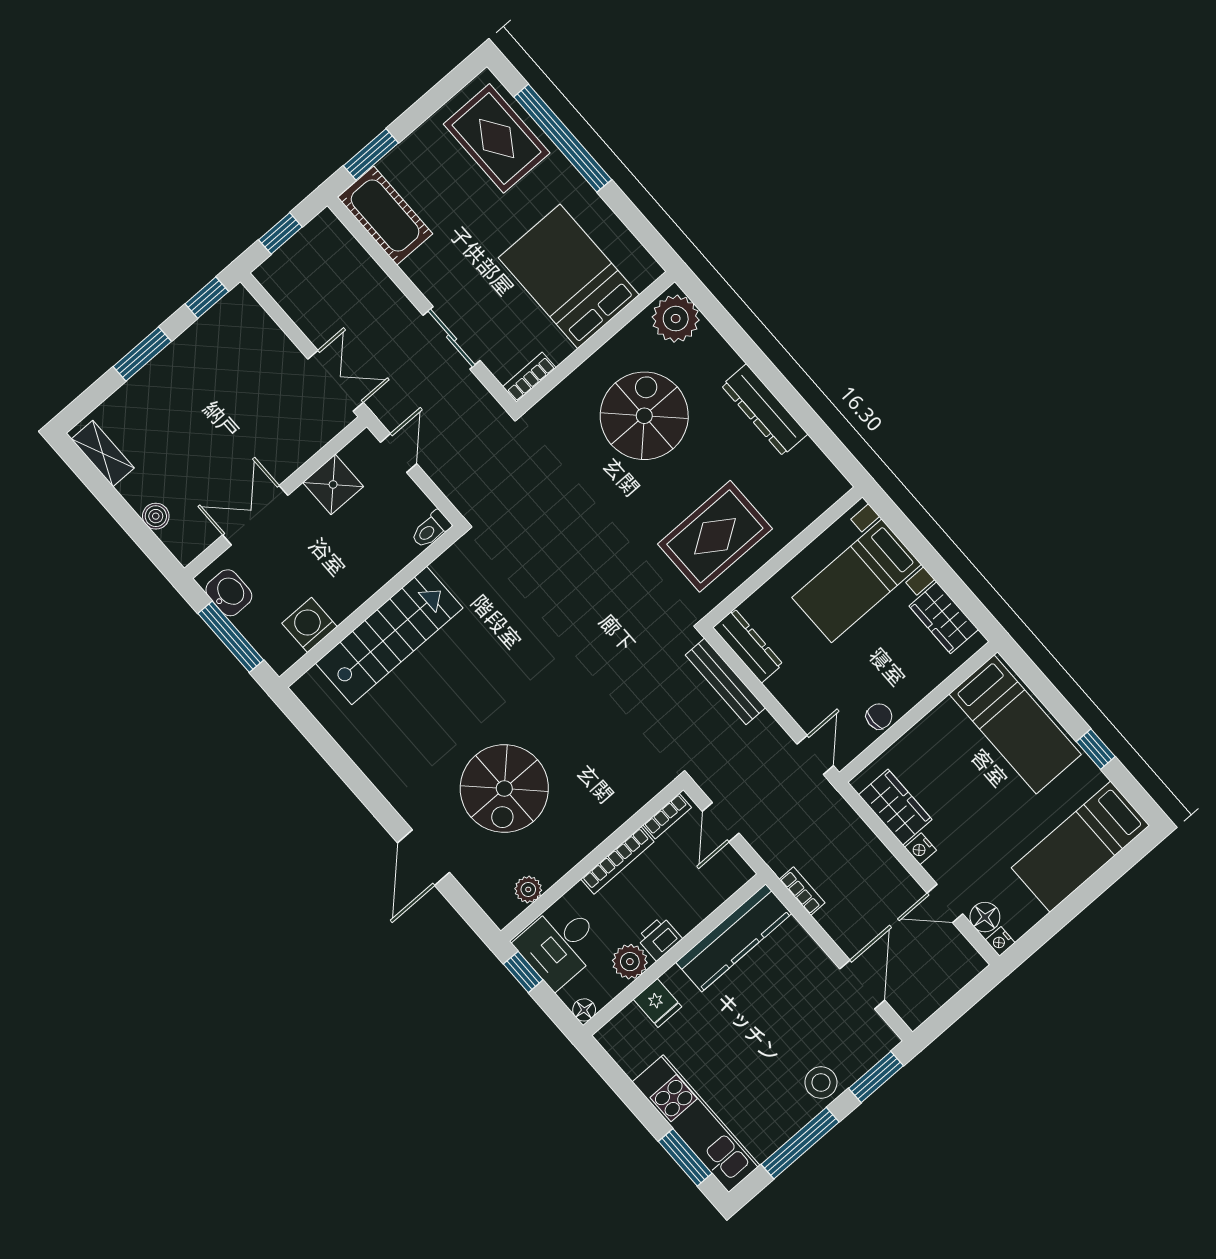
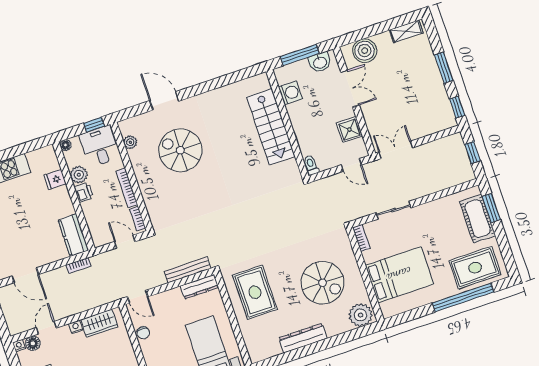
cot: (385, 216) -> (478, 219), moved, turned 90
double door: (335, 381) -> (396, 150), swing flipped
boiler: (156, 516) -> (365, 51), width x1.86, depth x1.86
kitchen counter: (734, 938) -> (73, 235), width x0.67

